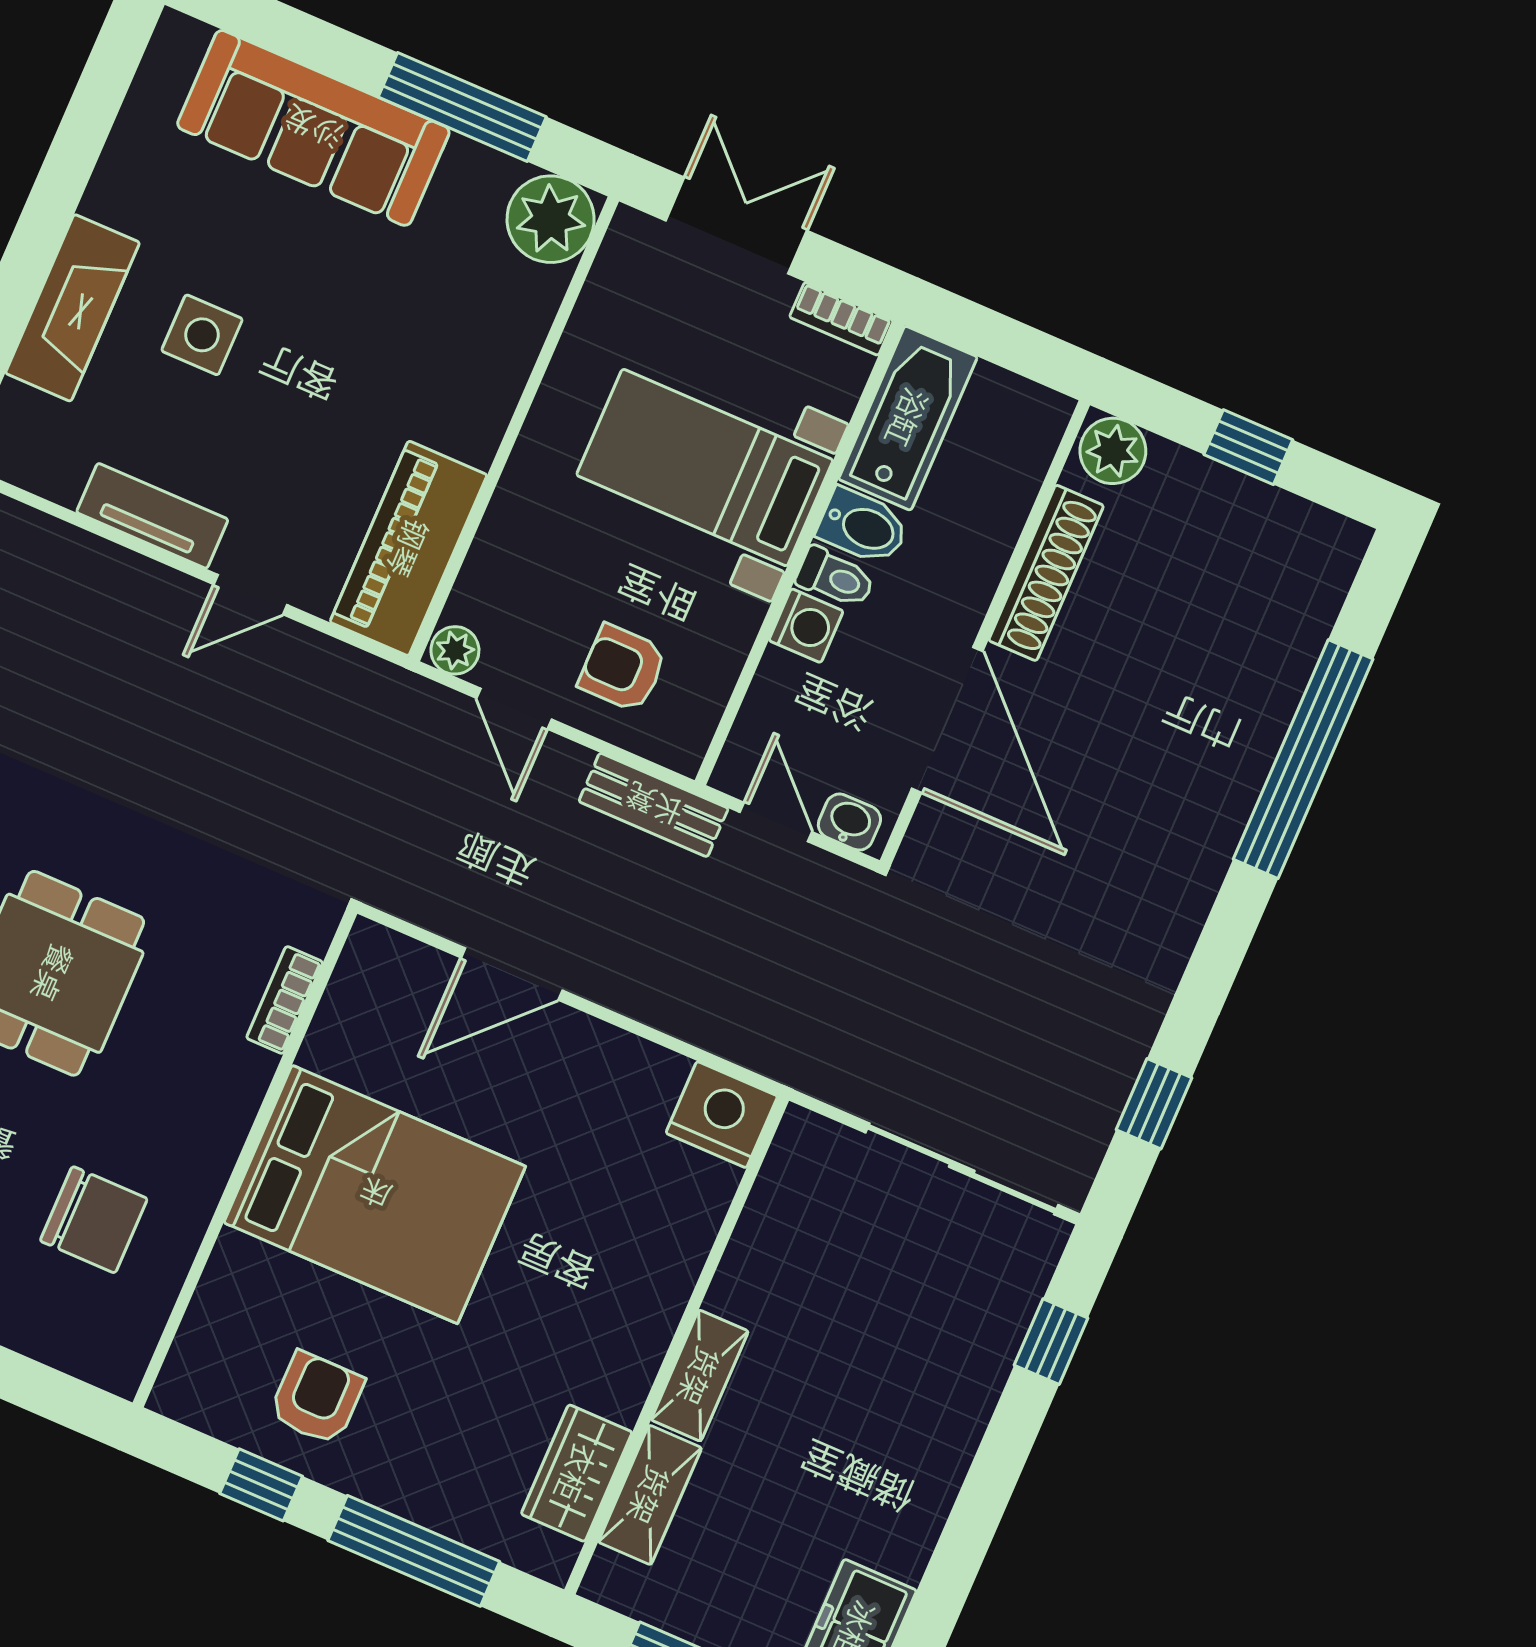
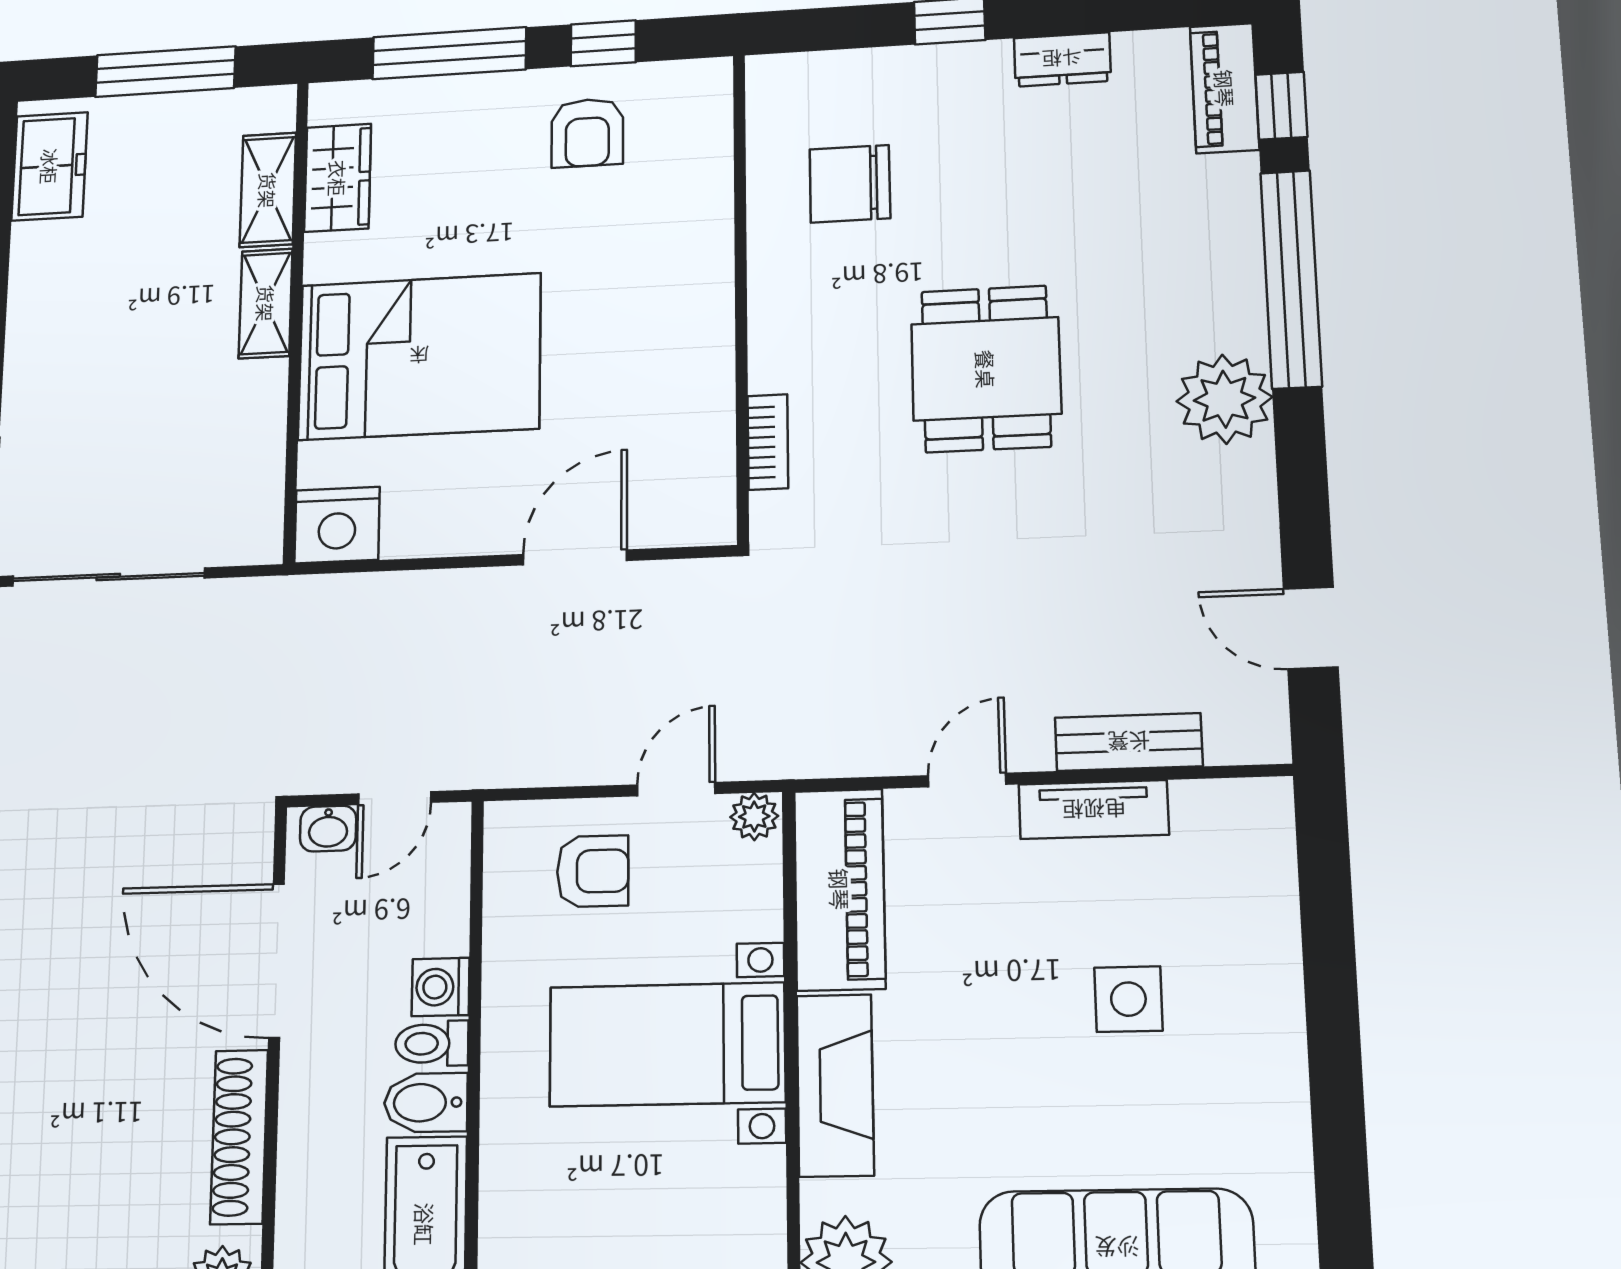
fireplace: (73, 308) -> (835, 1085), moved, turned 180
bed with nightstands: (705, 468) -> (667, 1044), moved, turned 180
door: (514, 709) -> (676, 789), hinge flipped
bench: (654, 805) -> (1129, 742), moved
door: (776, 822) -> (395, 798), hinge flipped
bed: (375, 1194) -> (419, 356), moved, turned 180

